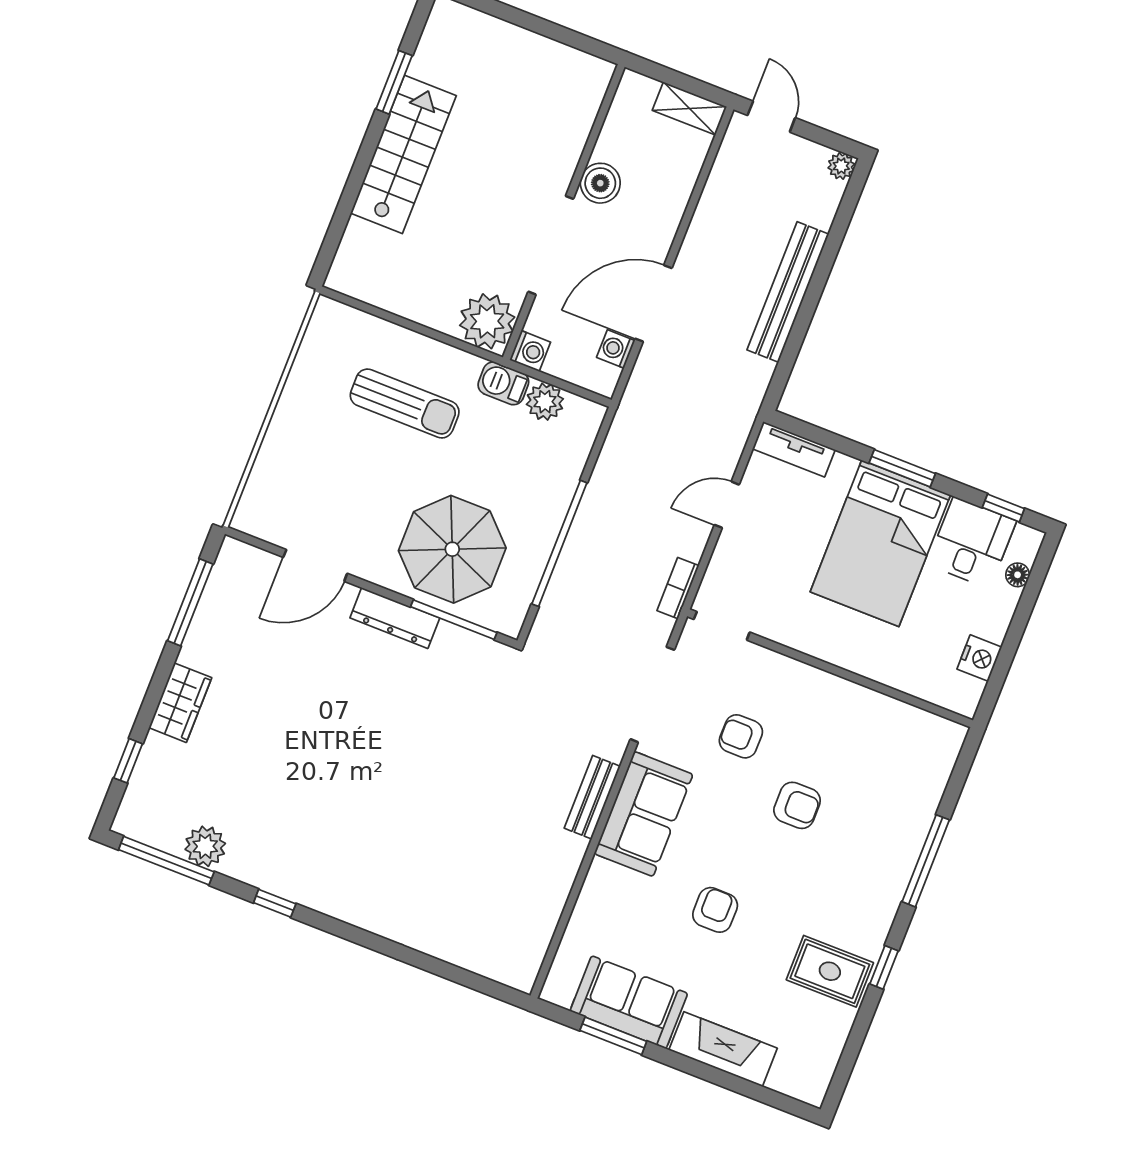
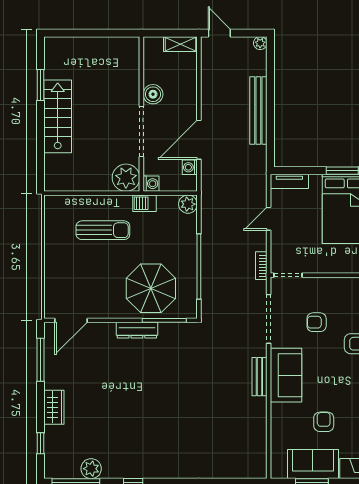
plant: (545, 402) -> (188, 204), moved
door: (315, 565) -> (71, 320), moved
armchair: (715, 910) -> (324, 422), moved

